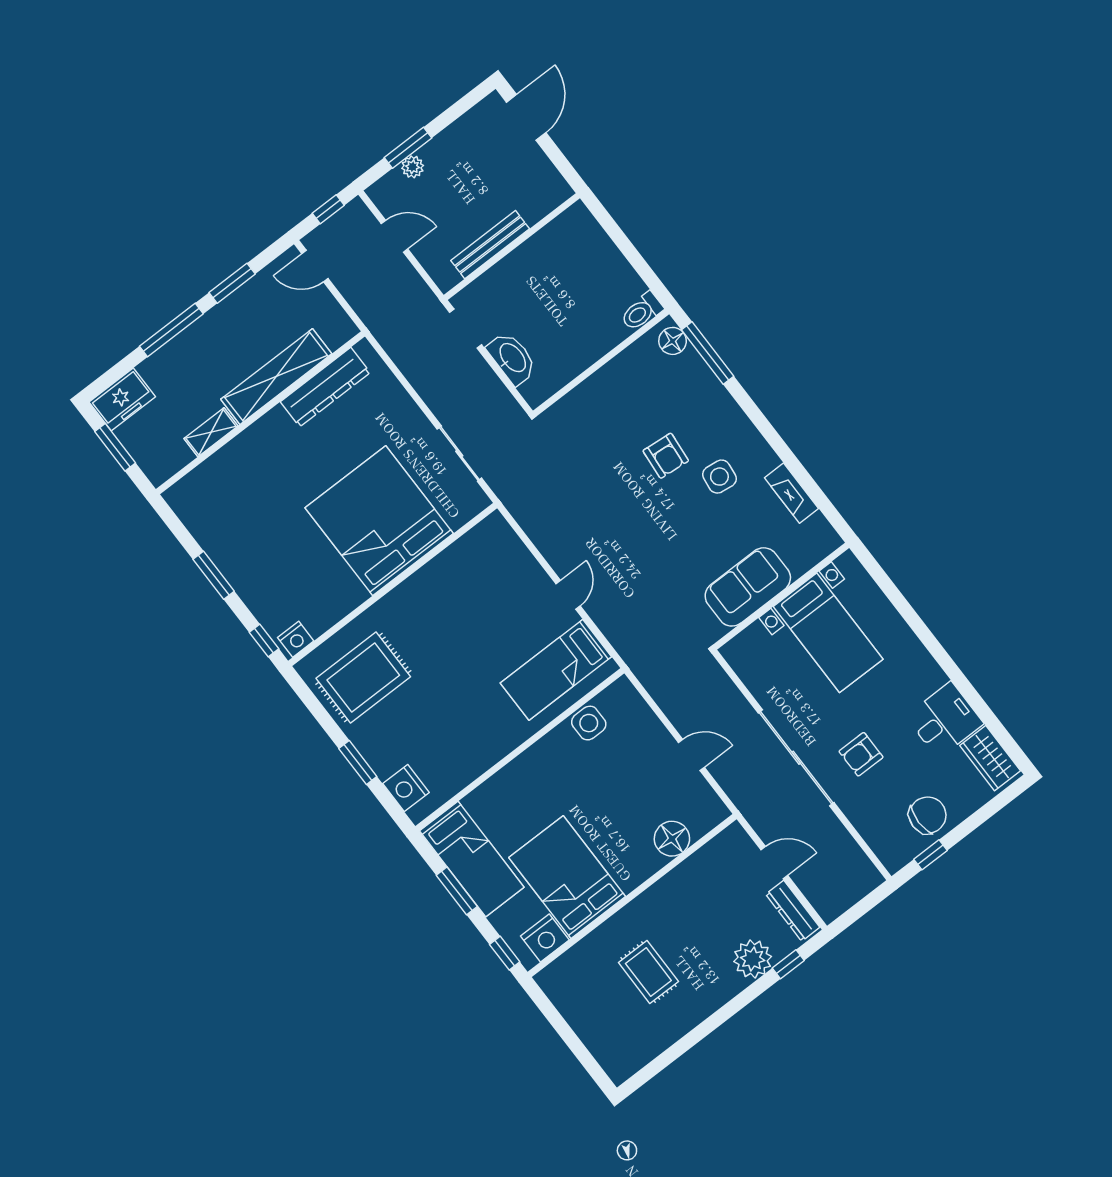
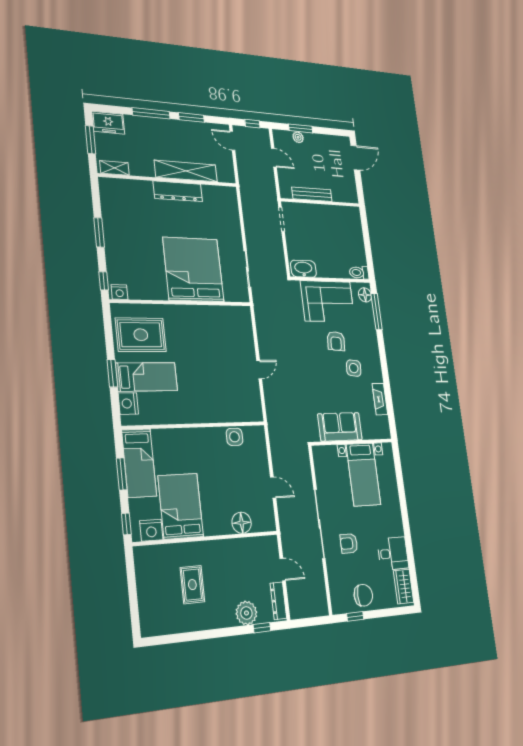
washbasin: (512, 358) -> (303, 269), moved, turned -90
dresser: (325, 387) -> (178, 191), moved
corner sofa: (616, 402) -> (328, 301), added
shelving: (211, 432) -> (114, 168), moved
bed: (556, 670) -> (147, 377), moved, turned 180

